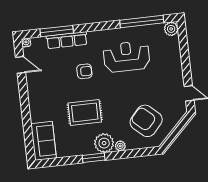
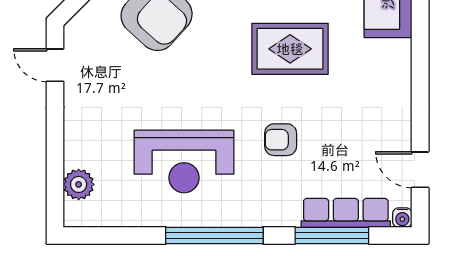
window: (142, 22) -> (214, 235), moved
plant: (171, 29) -> (79, 184), moved
row of seats: (67, 40) -> (346, 213), moved

